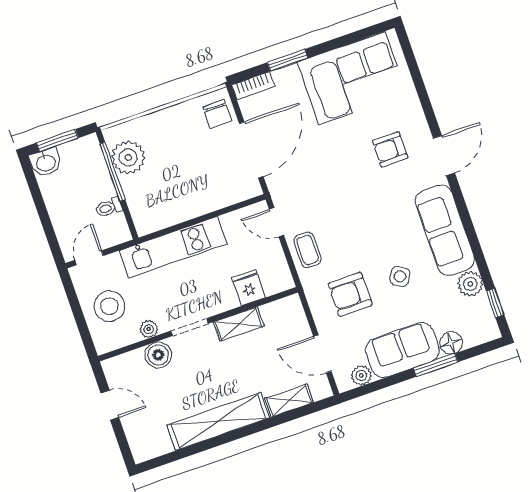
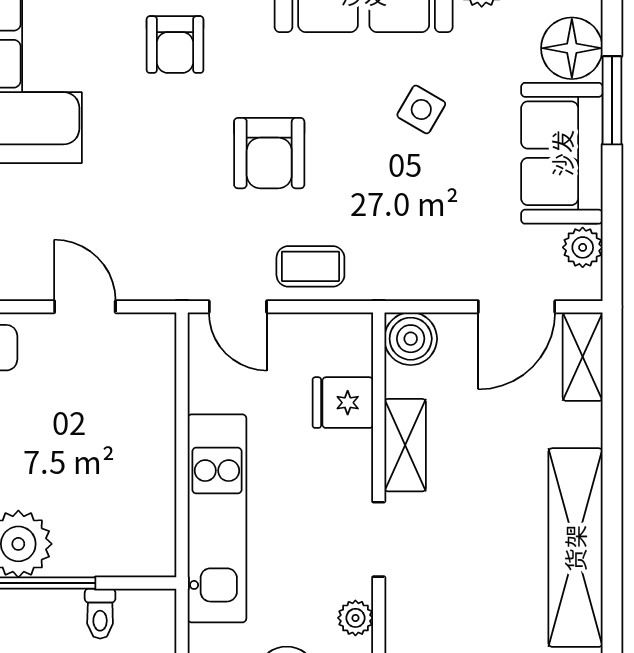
door: (251, 150) -> (85, 307), width x0.53
door: (276, 222) -> (238, 307), hinge flipped
armchair: (350, 294) -> (269, 153), moved
floor lamp: (451, 343) -> (572, 48), width x1.38, depth x1.38
boiler: (158, 355) -> (411, 339), moved
shelving: (289, 401) -> (583, 357), moved

